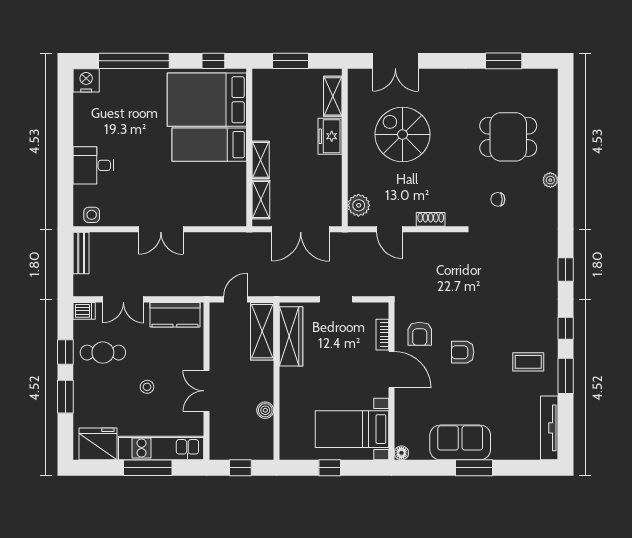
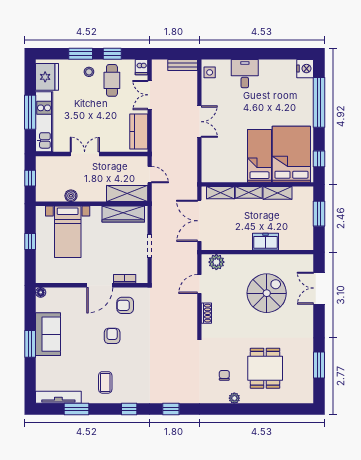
shelving: (333, 96) -> (277, 193), moved
chair: (498, 199) -> (224, 375), moved
double door: (161, 229) -> (199, 122), swing flipped
window: (566, 376) -> (76, 409), moved
stool: (147, 387) -> (89, 72), moved
bed with nightstands: (352, 429) -> (68, 232), moved, turned 180

